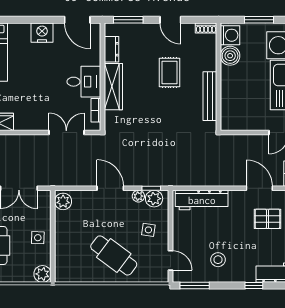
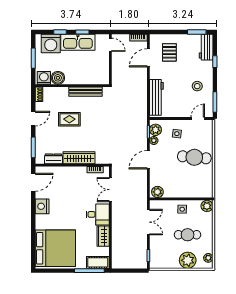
desk: (84, 82) -> (98, 214), moved, turned 90
cafe table: (114, 255) -> (194, 157), turned 58

